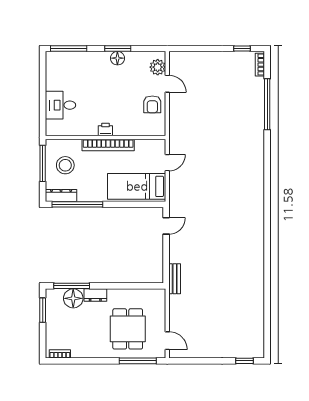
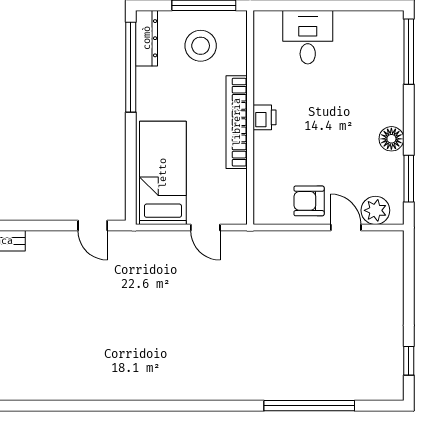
window: (118, 48) -> (409, 179), moved
bookcase: (260, 65) -> (380, 393), removed
door: (167, 84) -> (346, 228), swing flipped

